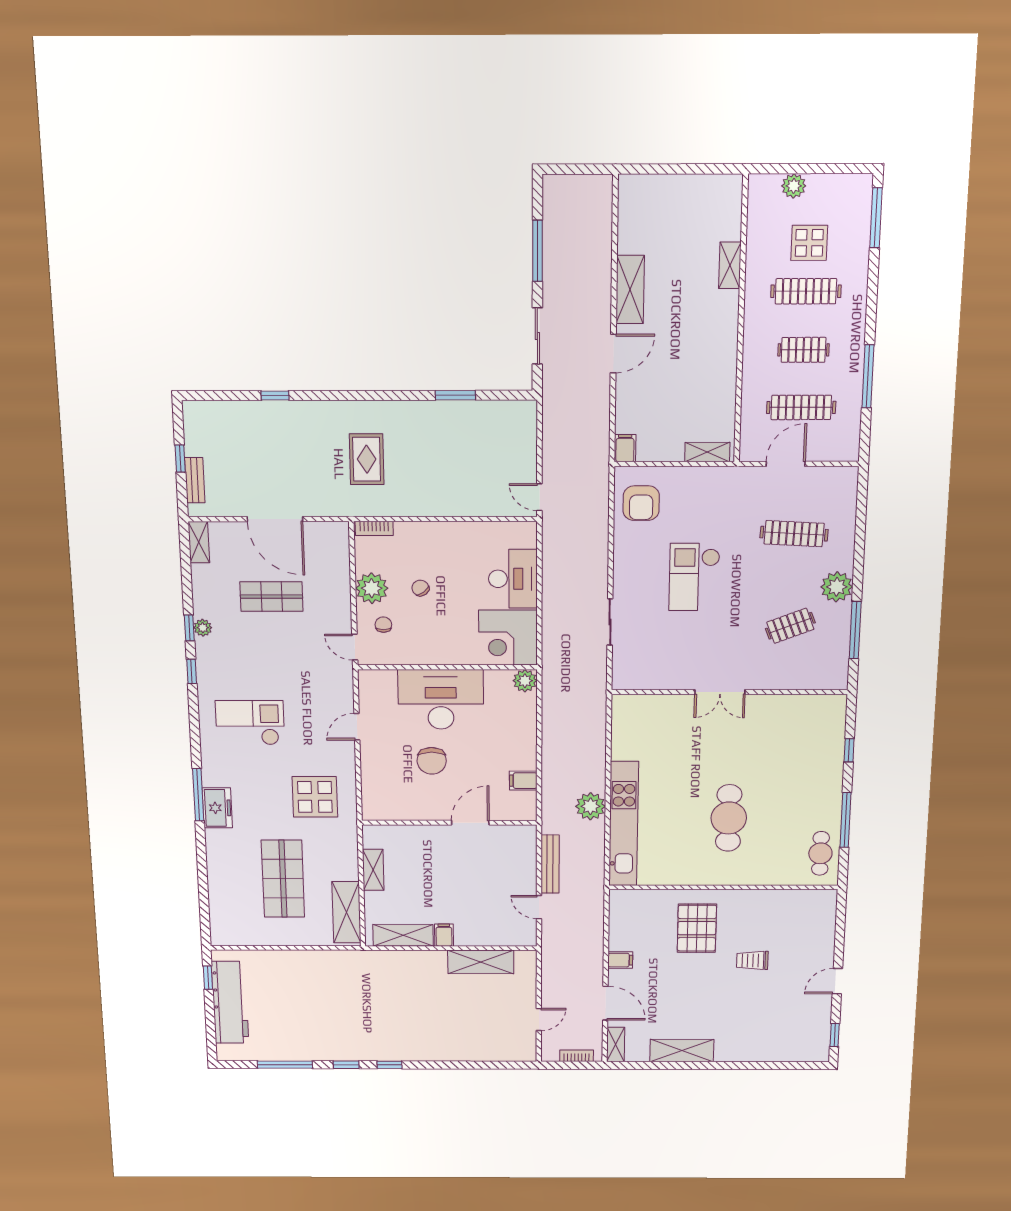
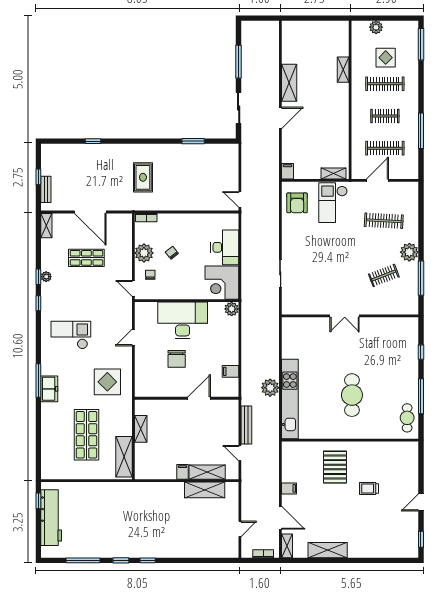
checkout: (694, 577) -> (333, 203), moved
shelving: (403, 935) -> (207, 472), moved

